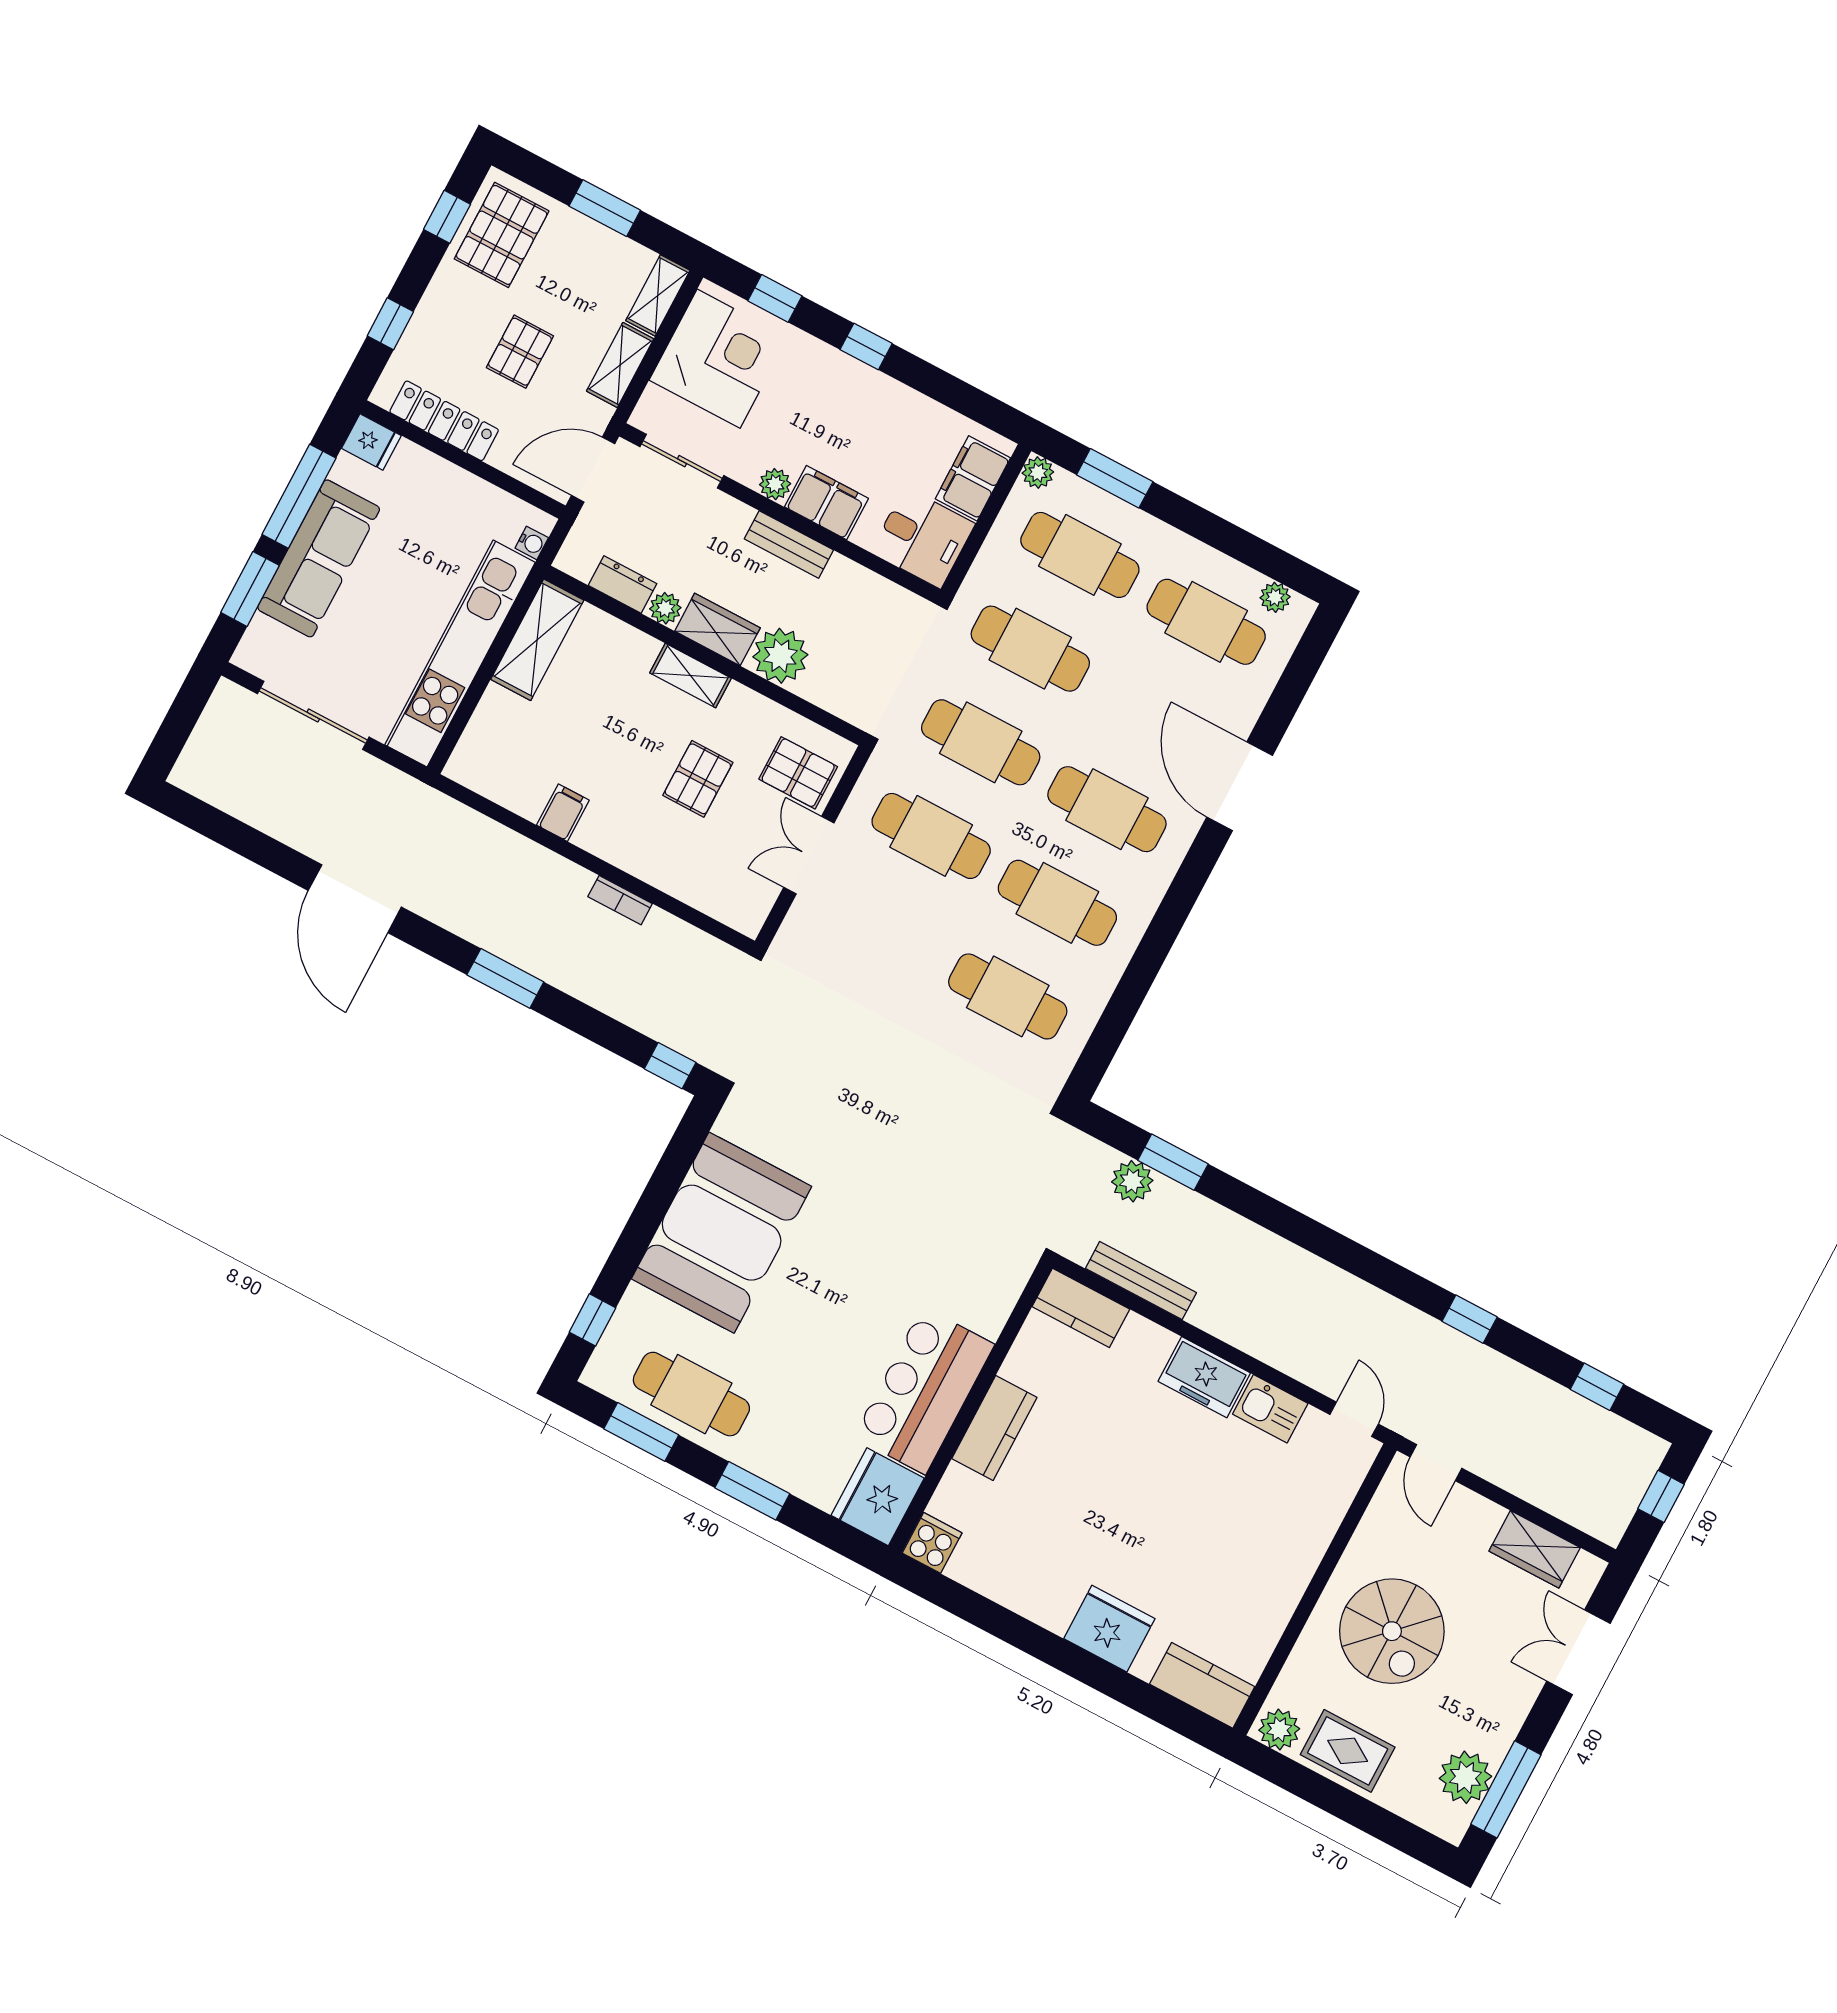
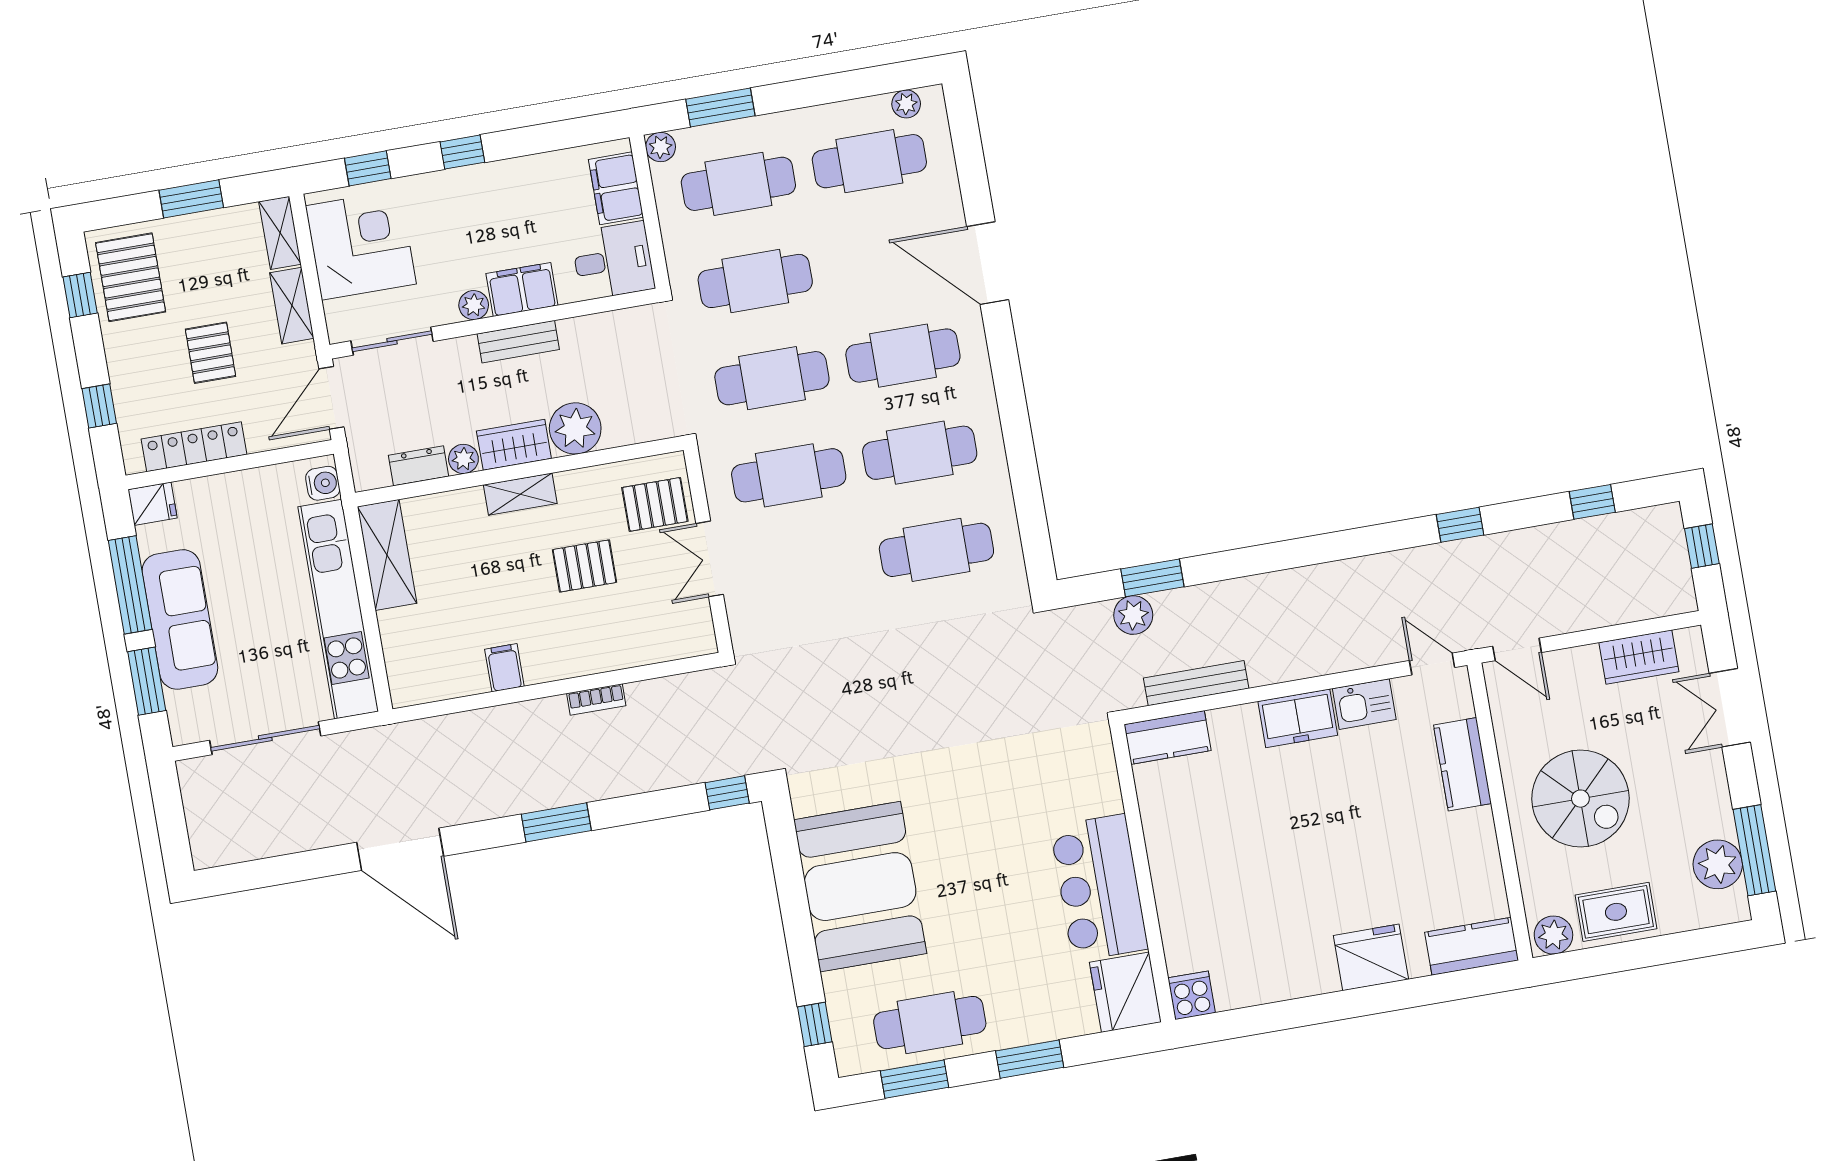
water cooler: (532, 543) -> (323, 483), width x1.38, depth x1.38
pallet: (698, 779) -> (585, 566), turned 90
kitchen counter: (994, 1428) -> (1463, 764), moved, turned 180

